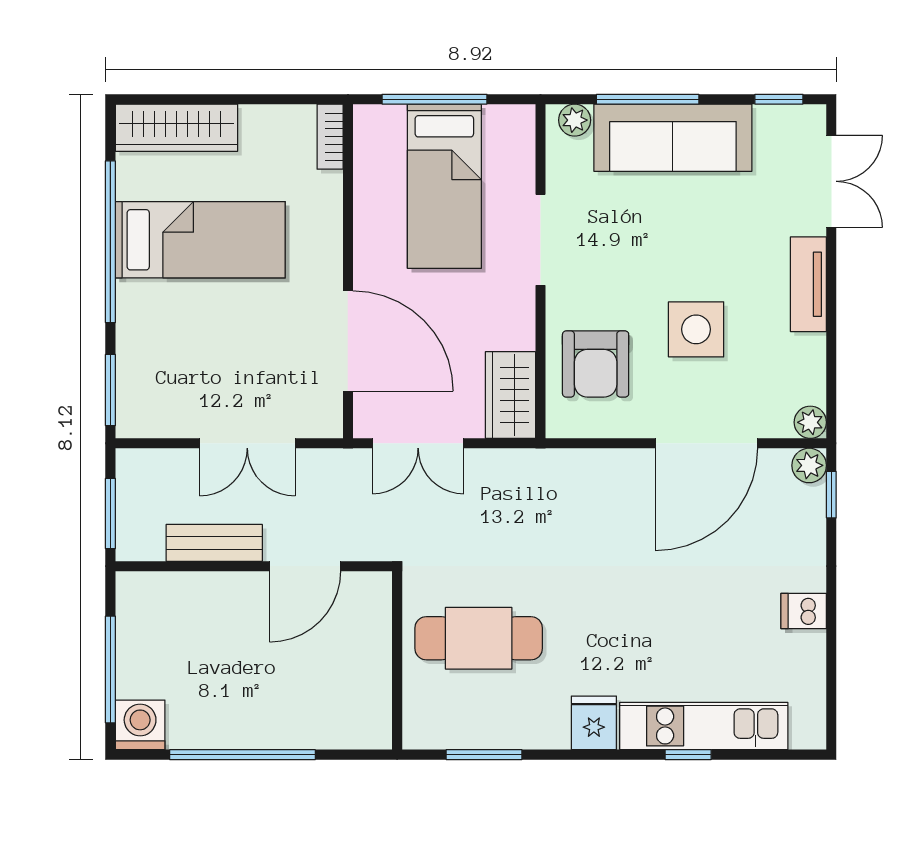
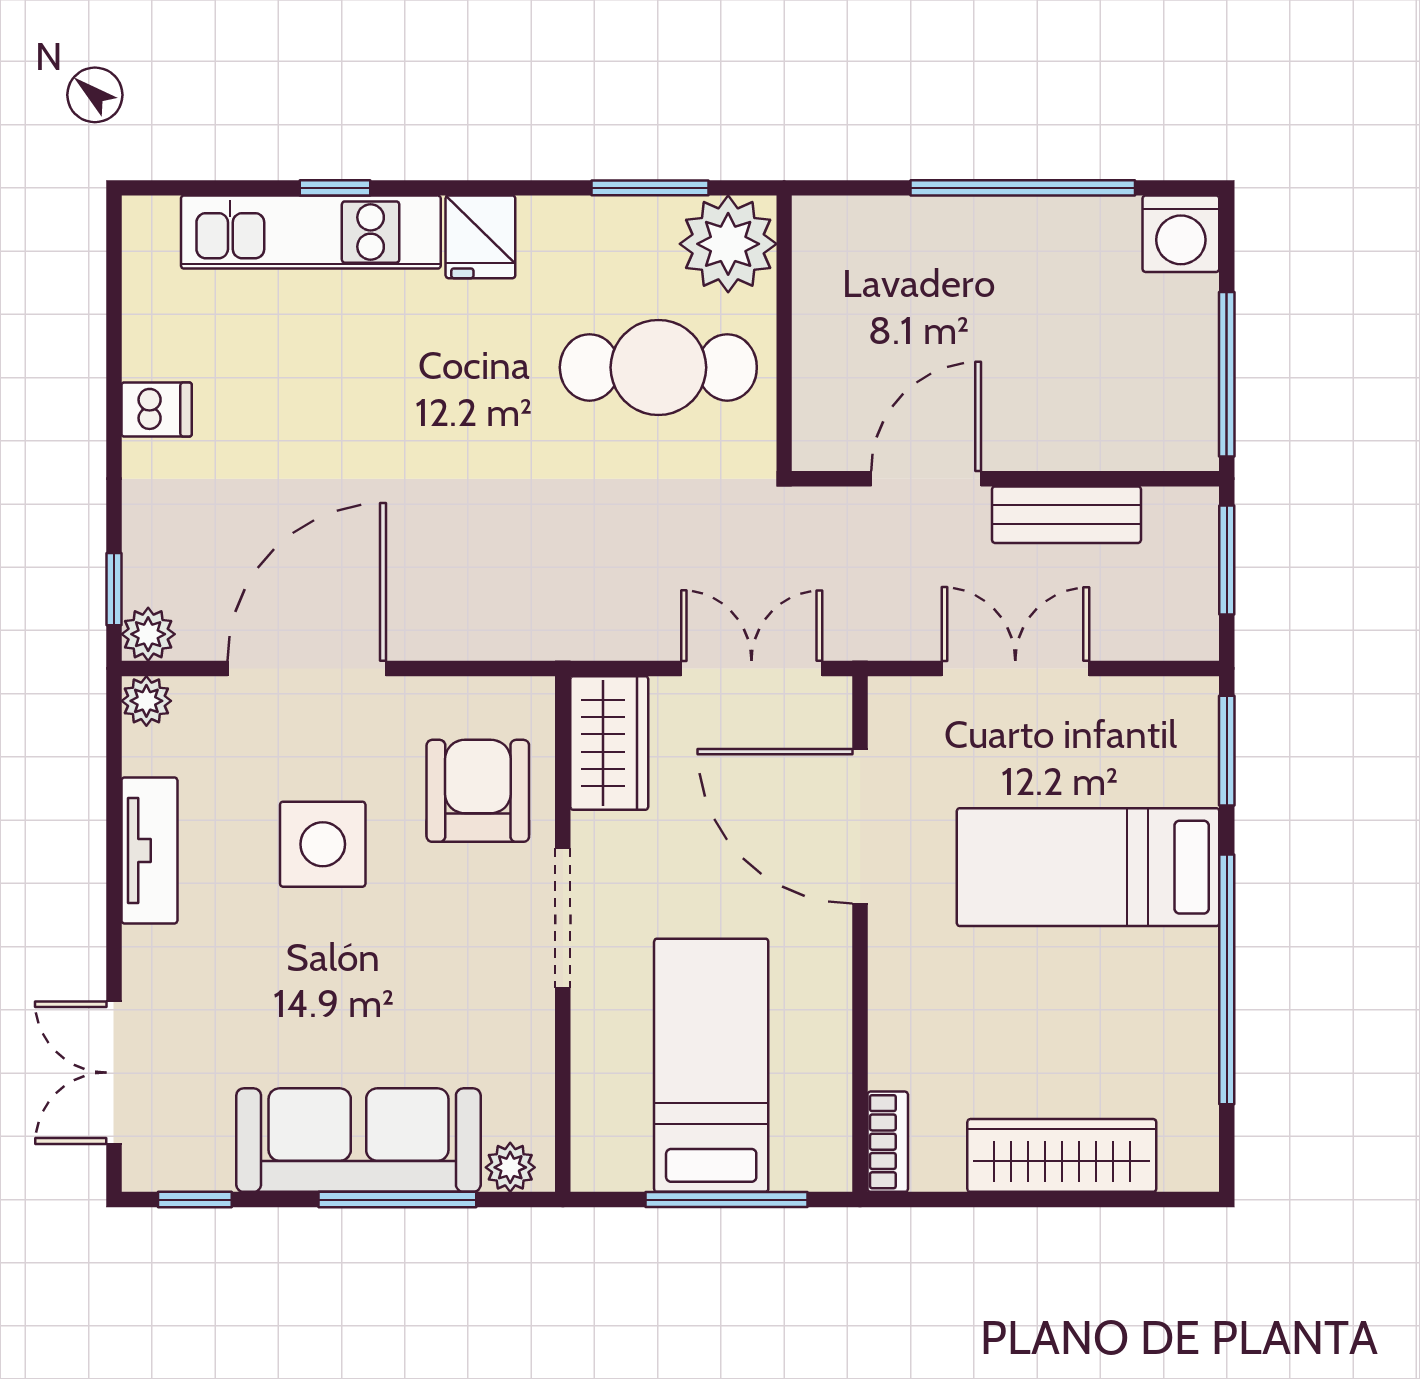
wardrobe: (176, 128) -> (1062, 1155), moved
bed: (200, 240) -> (1088, 867), moved
doorway: (541, 240) -> (563, 918), moved
tv unit: (808, 284) -> (149, 850), moved
window: (110, 669) -> (1227, 374), moved
plant: (433, 718) -> (728, 244), added

